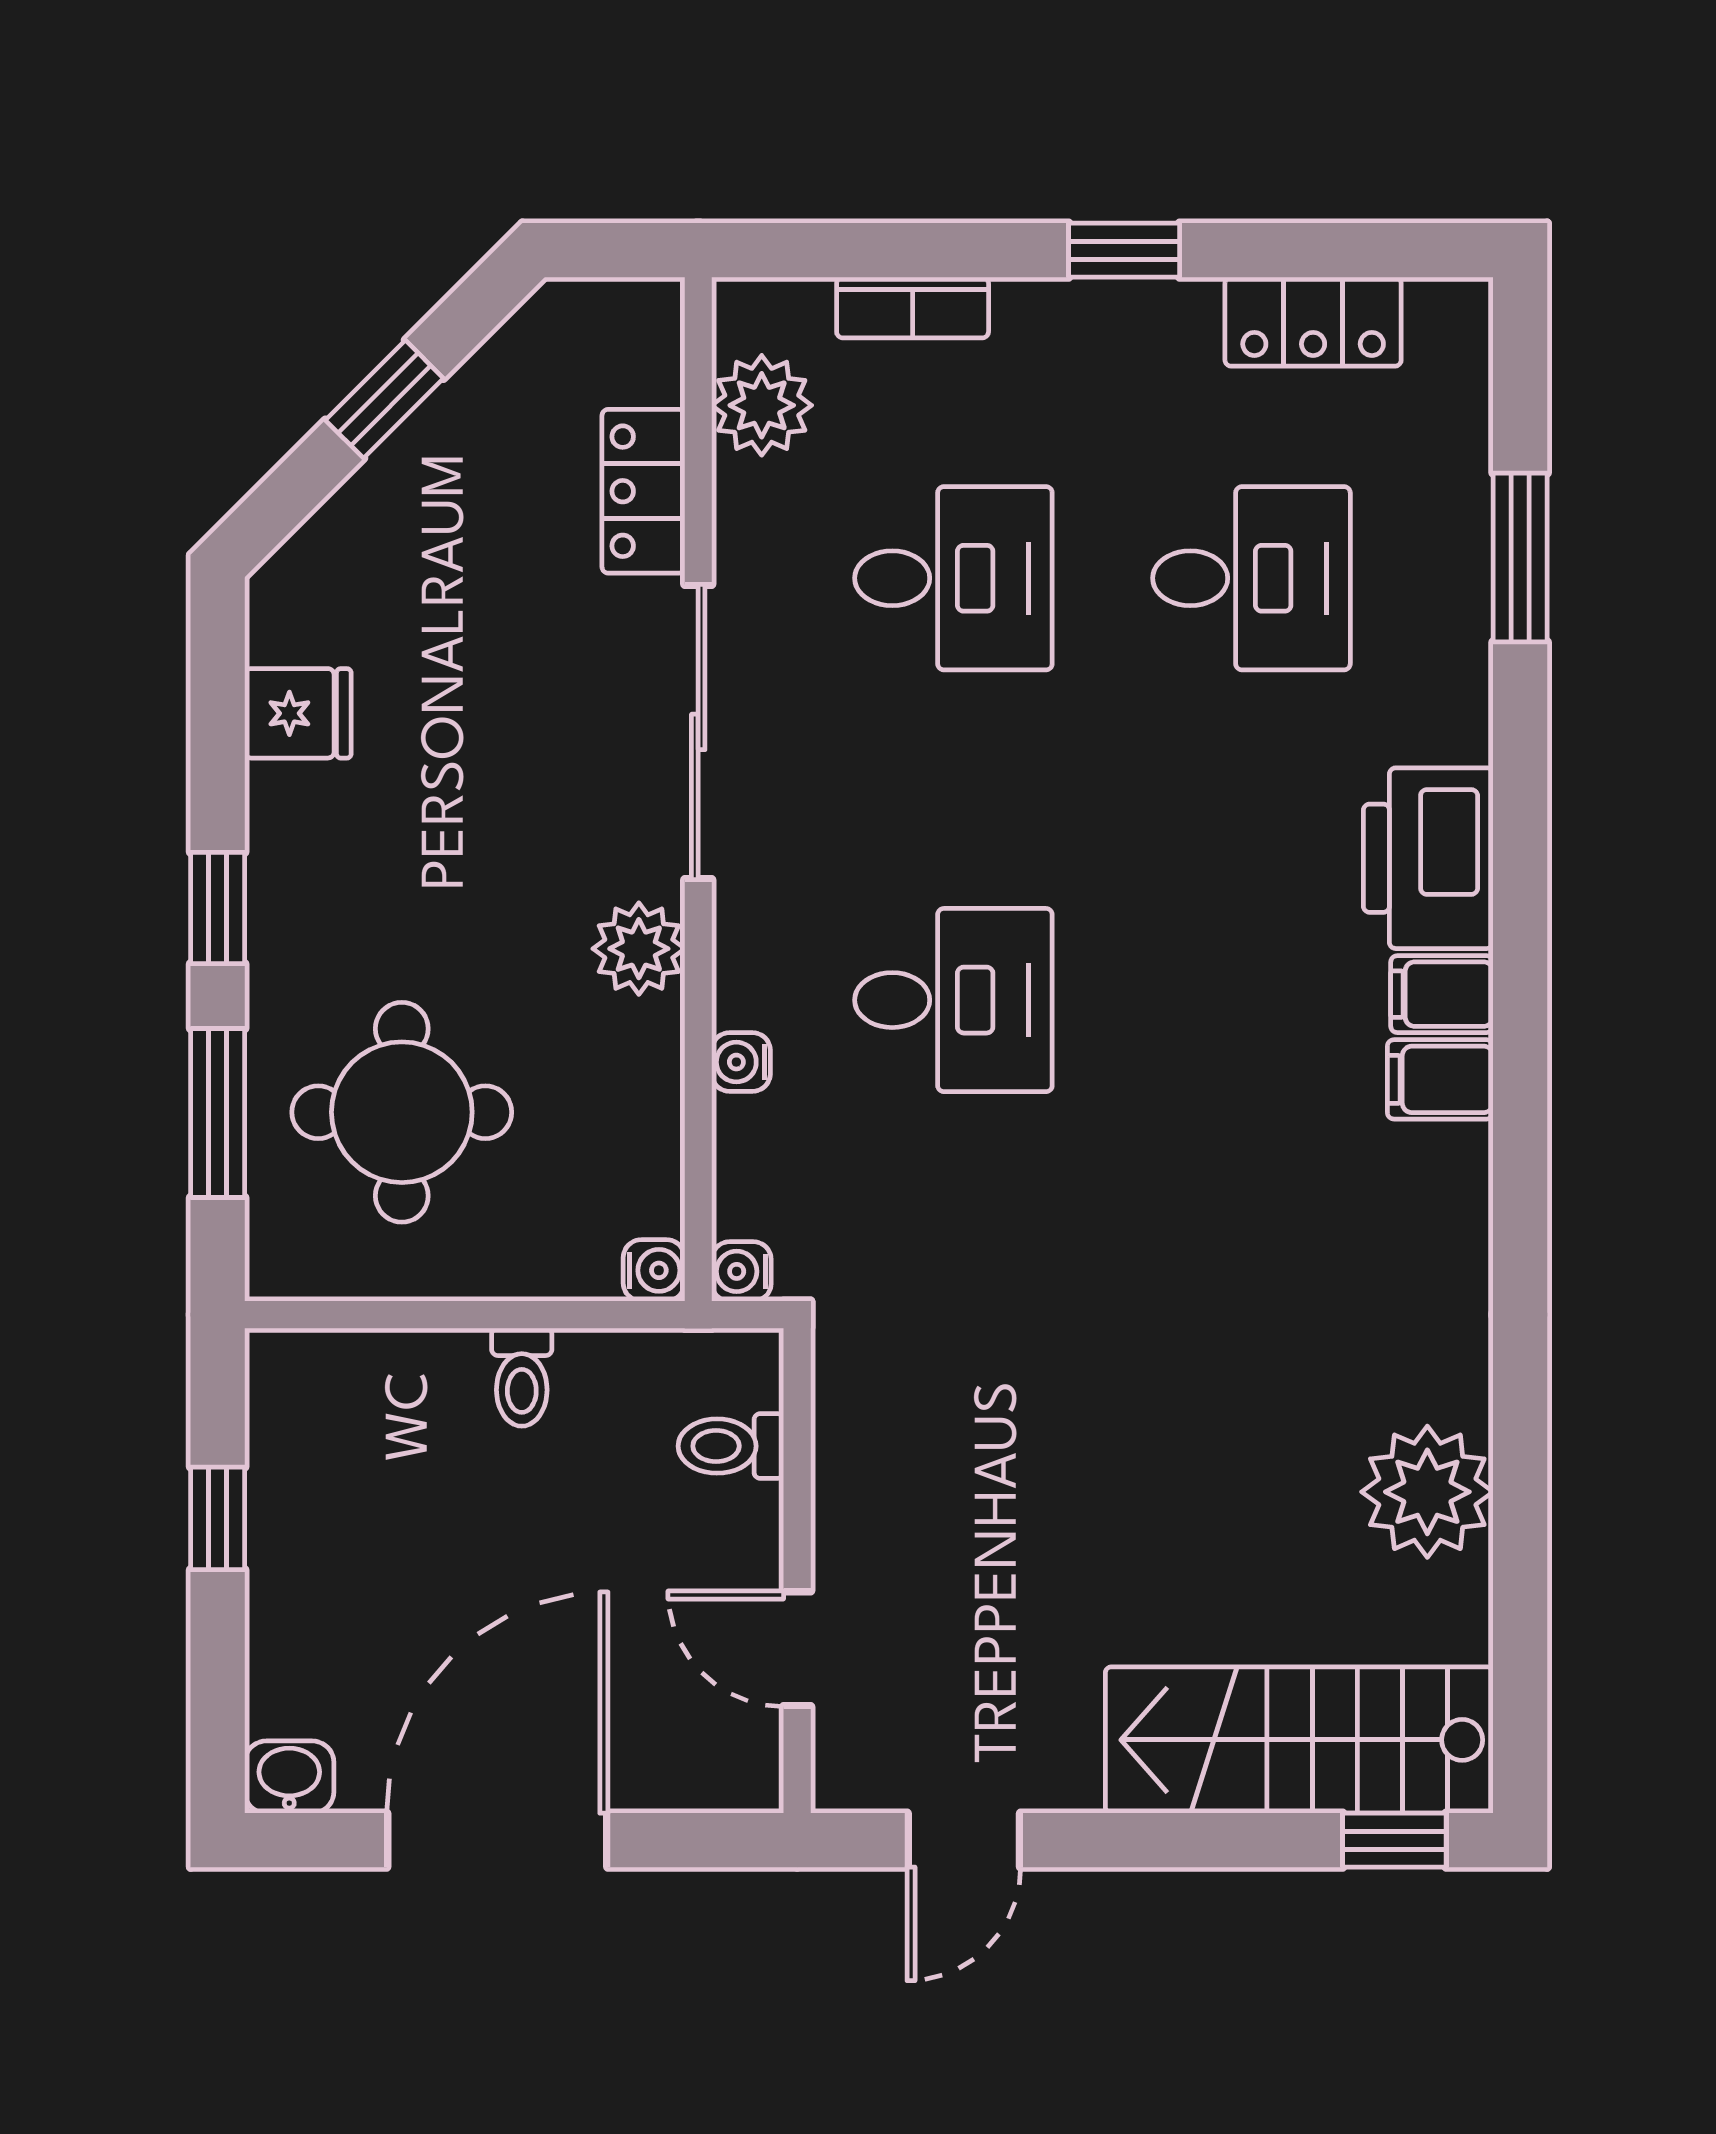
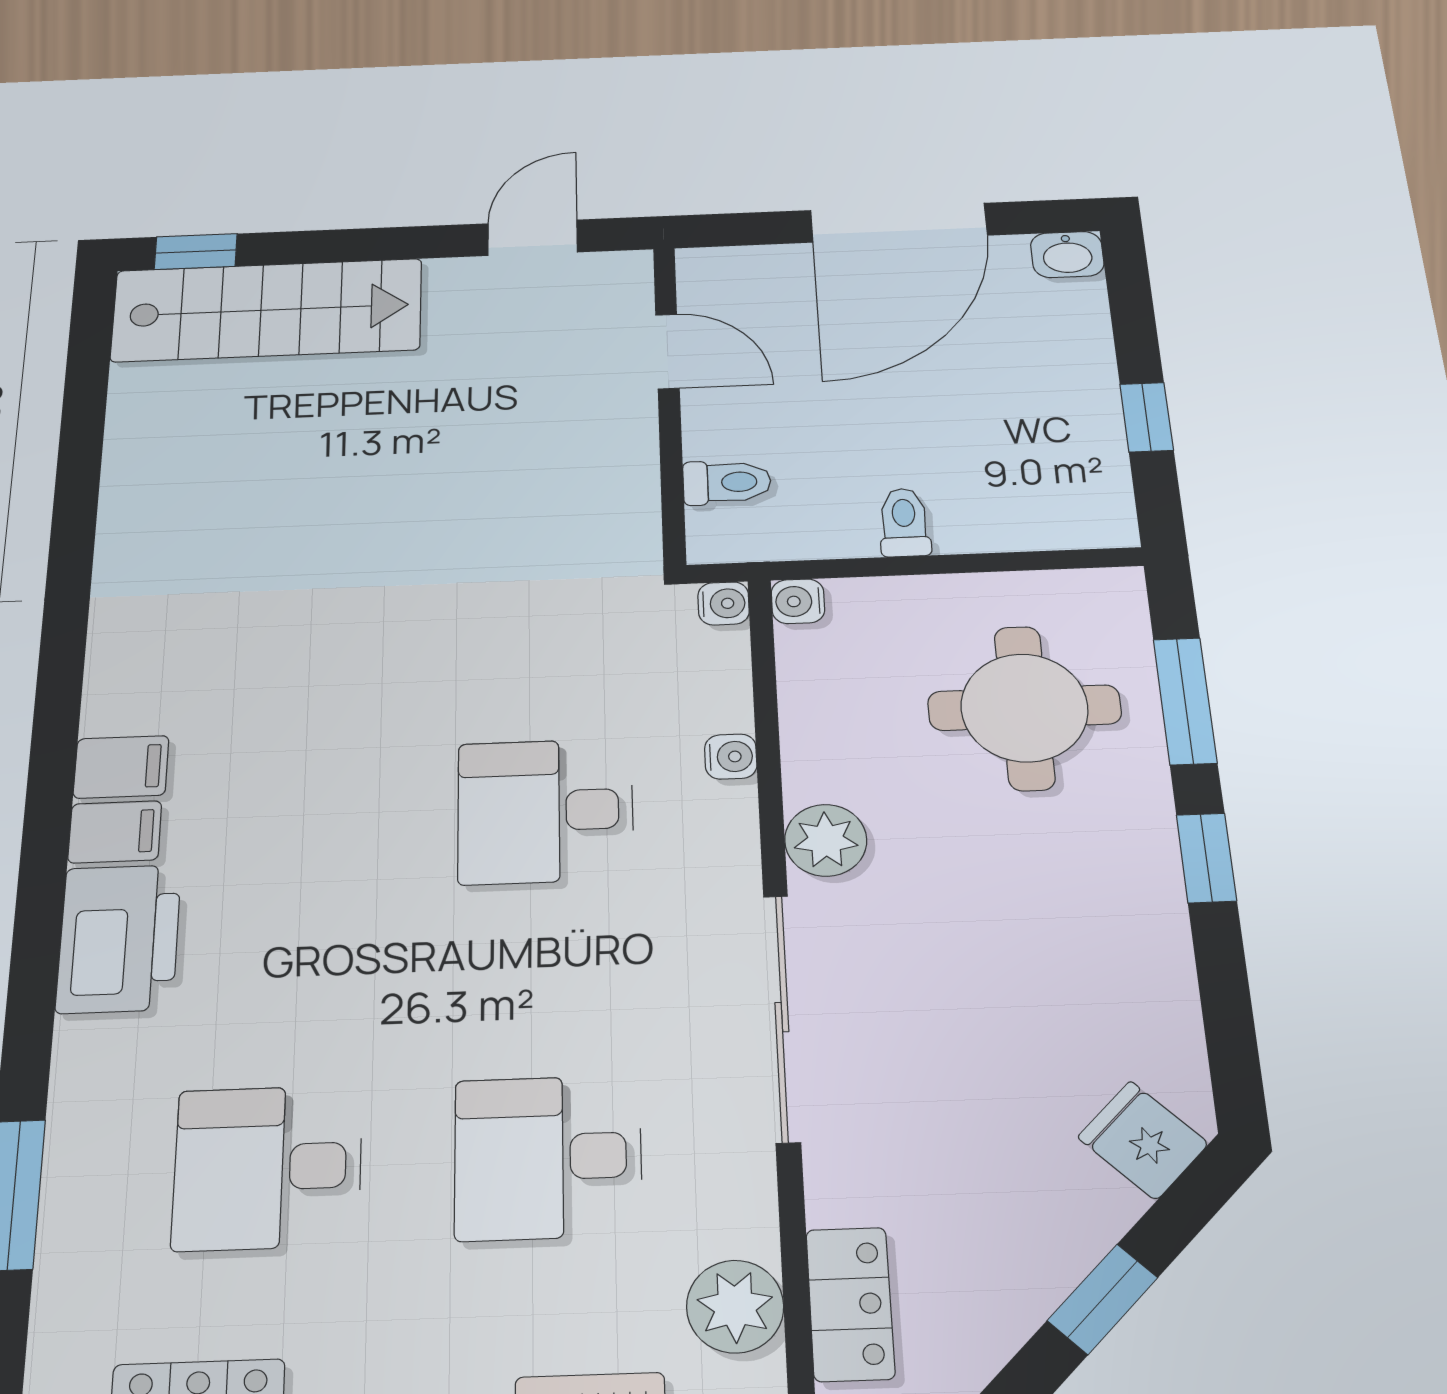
locker: (643, 491) -> (850, 1304), moved
fridge: (298, 713) -> (1143, 1140), moved, turned 45
plant: (1427, 1492) -> (154, 474), removed

